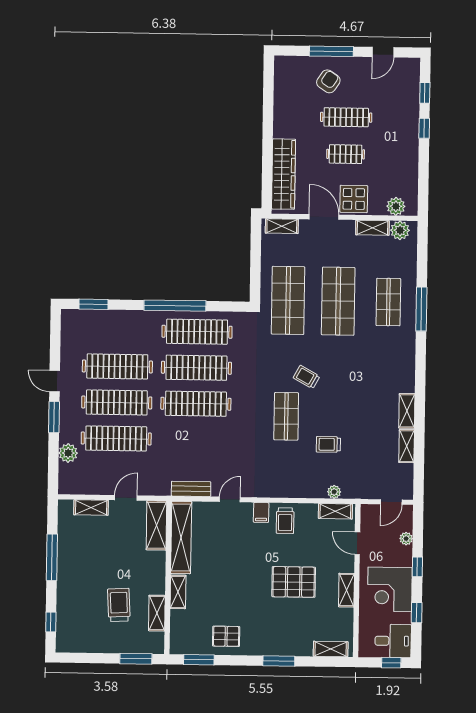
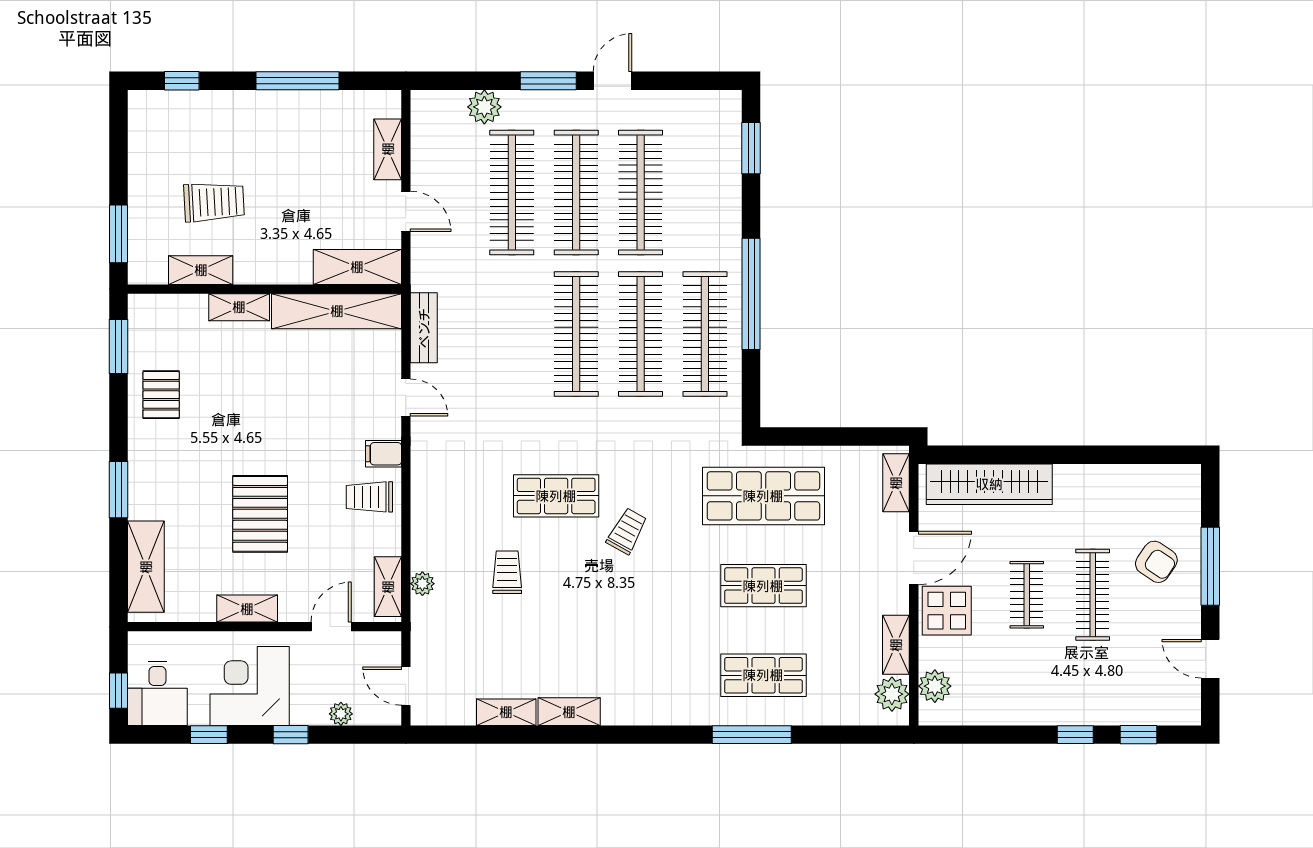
shop shelf: (338, 301) -> (763, 586), width x0.70, depth x0.74
shelving: (331, 649) -> (146, 567), width x1.50, depth x1.33

